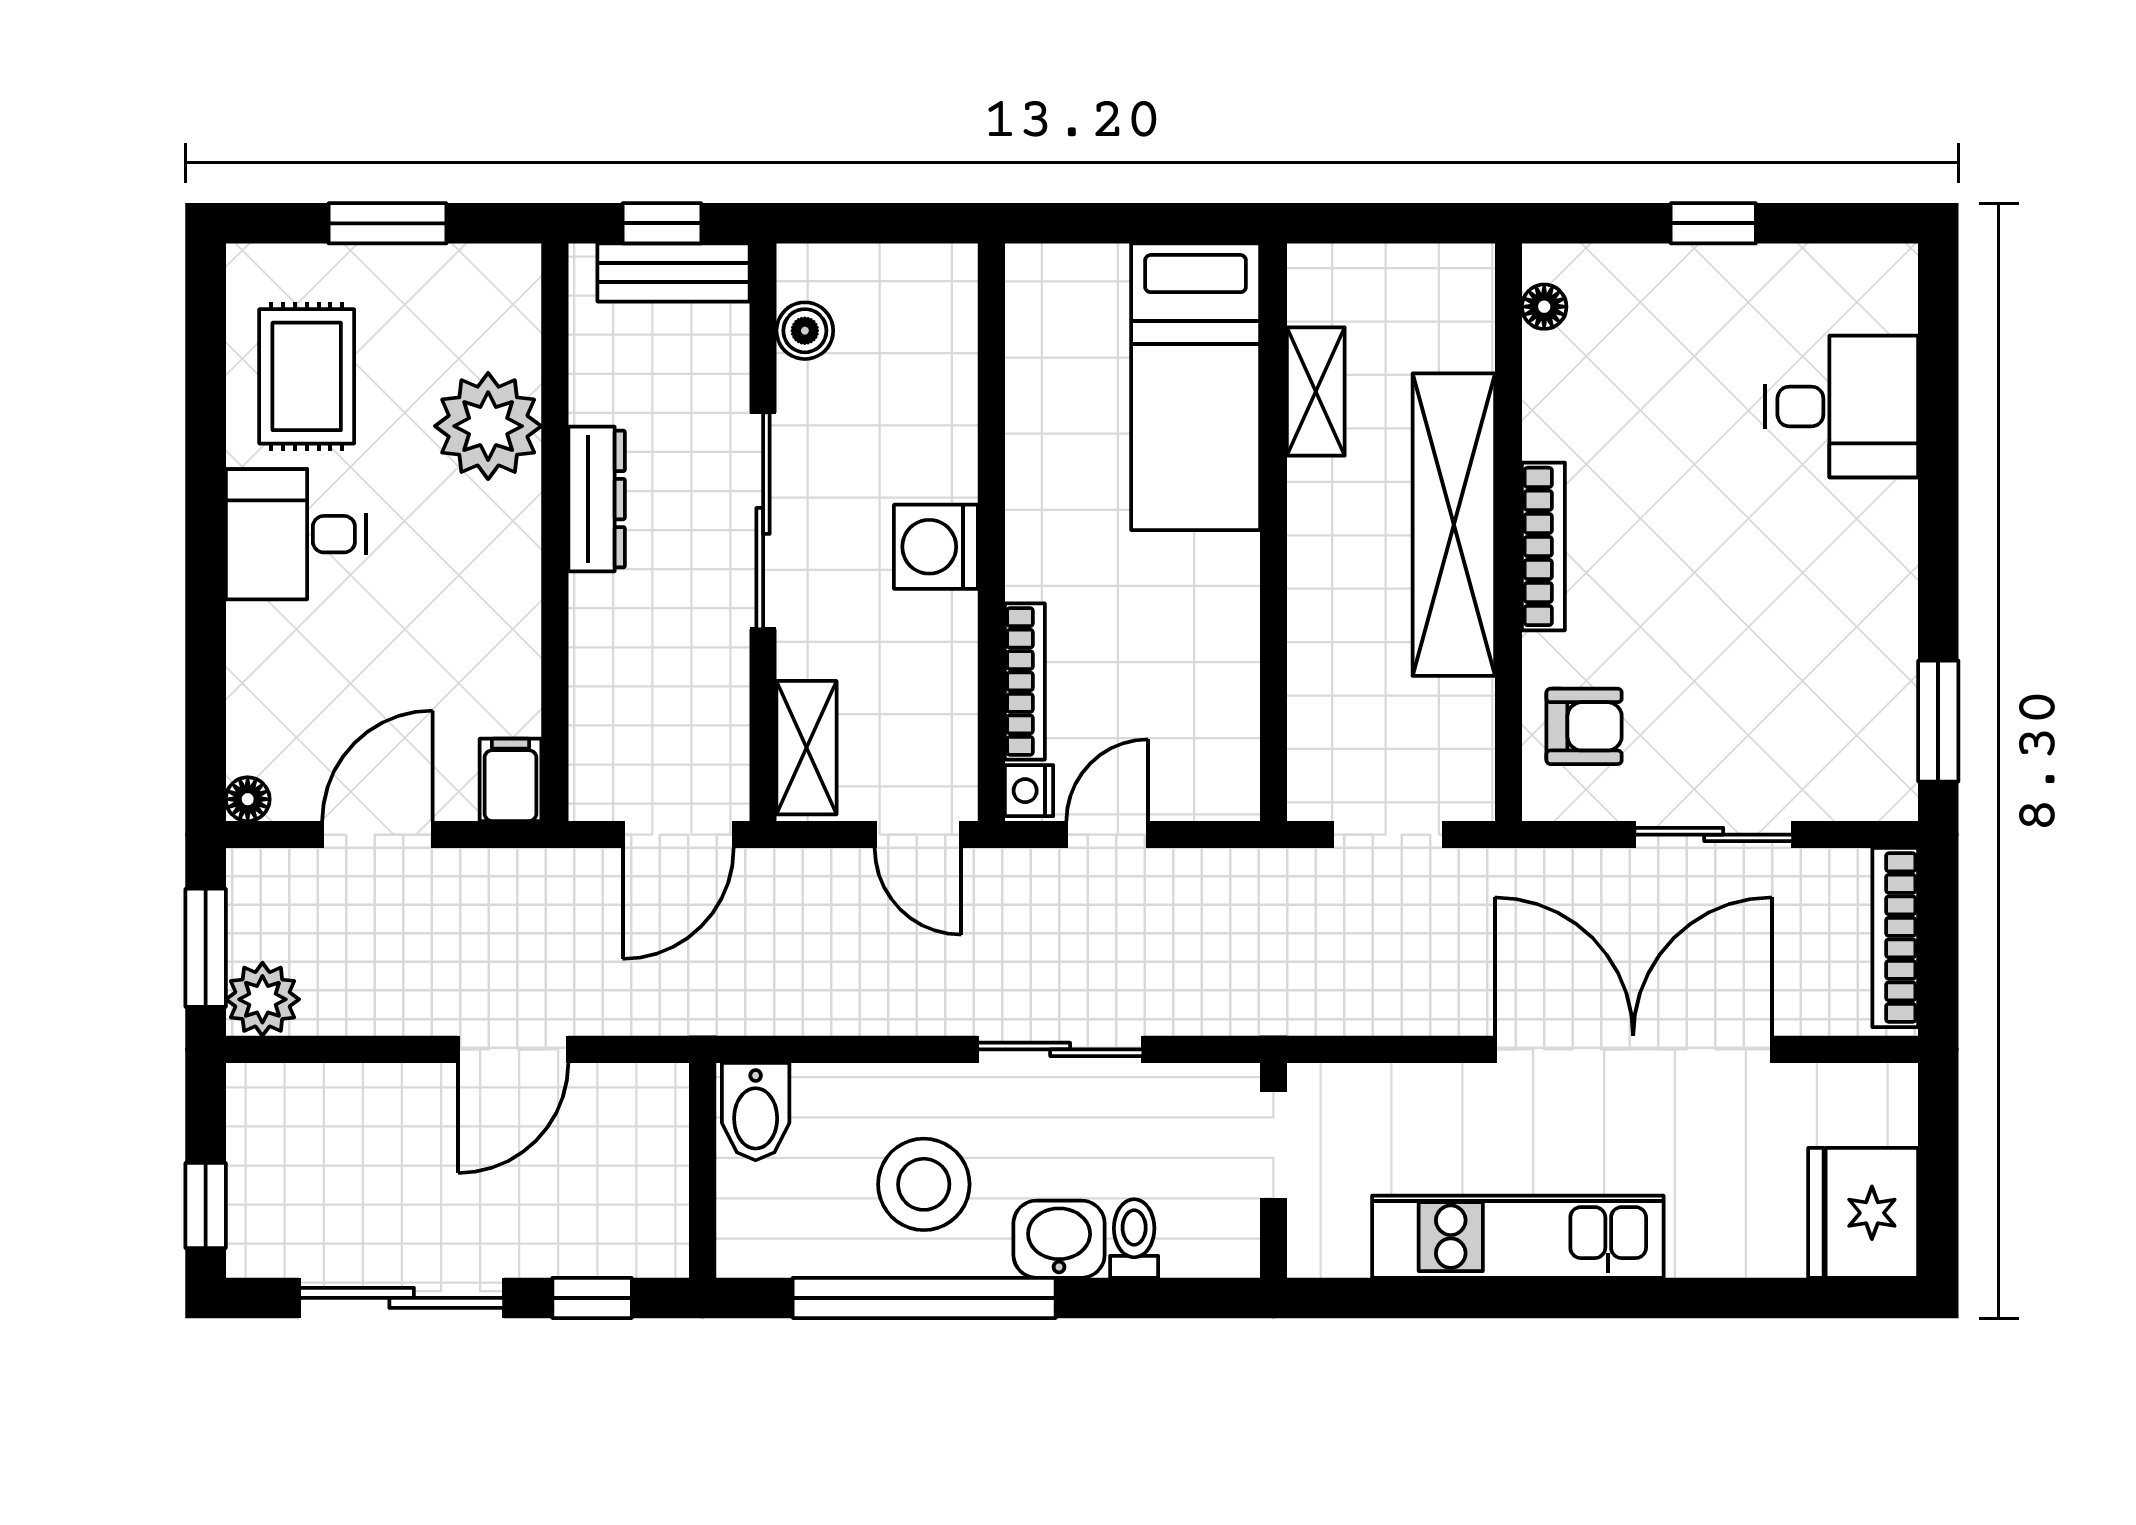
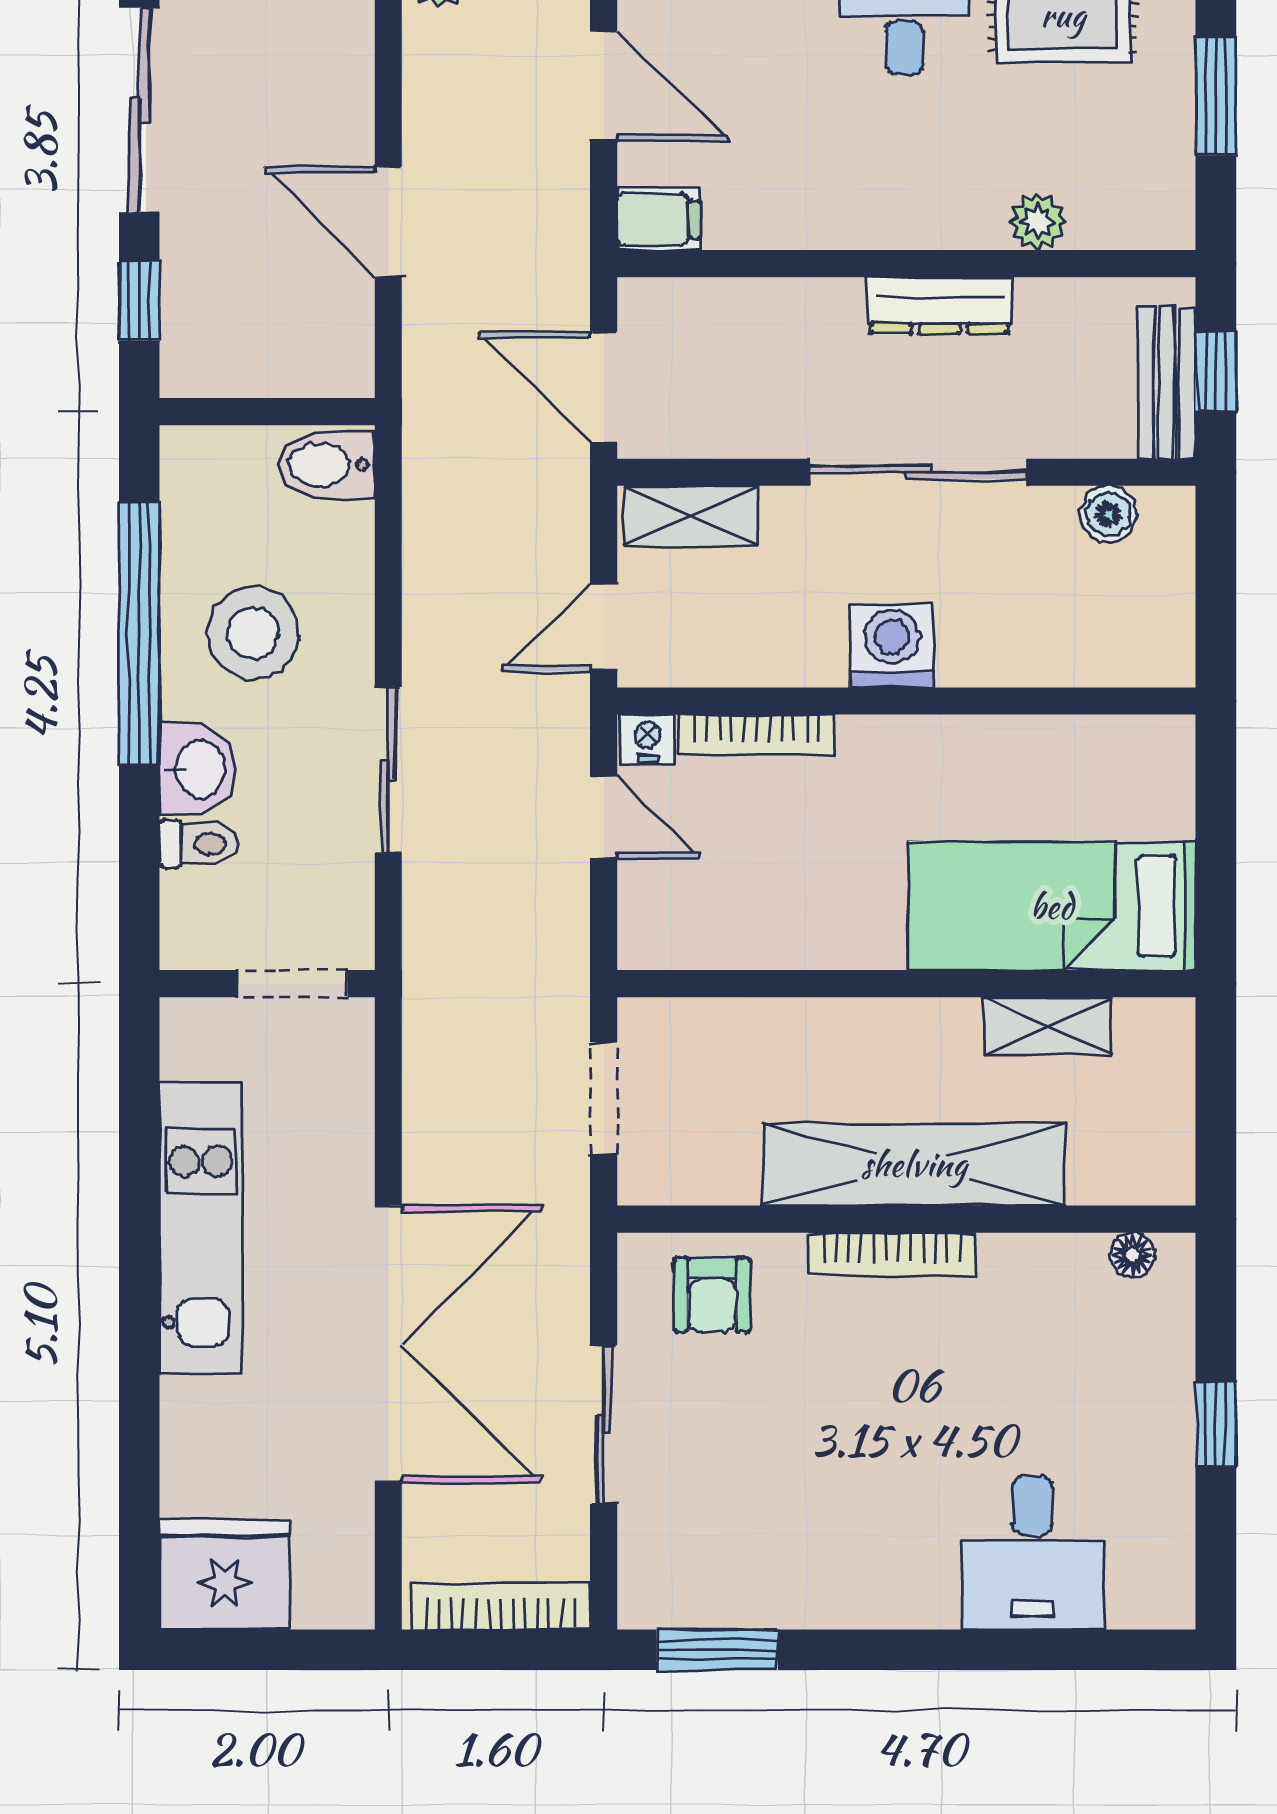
plant: (488, 426) -> (1038, 222), width x0.53, depth x0.53

